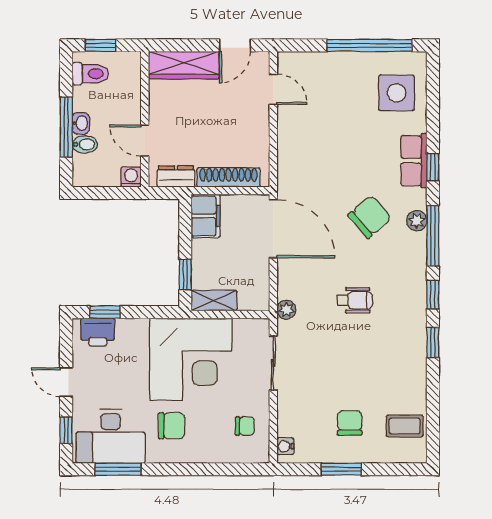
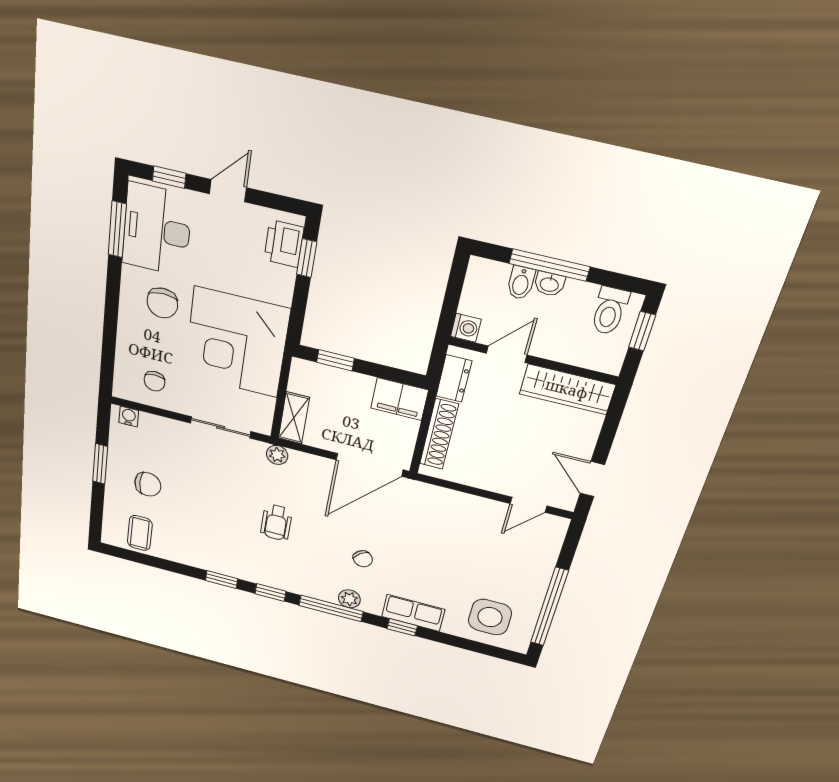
wardrobe: (184, 65) -> (567, 389), moved, turned -90
chair: (370, 217) -> (363, 559), width x0.54, depth x0.54
shelving: (214, 301) -> (294, 418), moved

